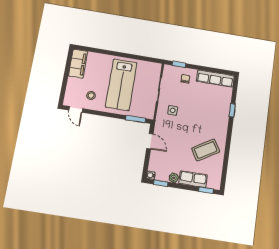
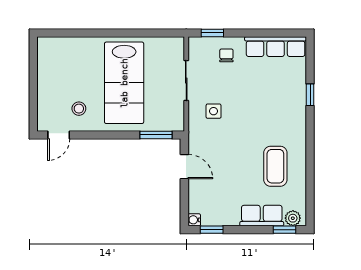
filing cabinet: (78, 64) -> (49, 60), removed
door: (76, 109) -> (59, 135), hinge flipped
coffee table: (206, 150) -> (275, 166), turned -59
plant: (174, 178) -> (293, 218), moved

